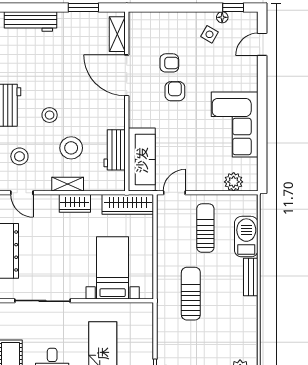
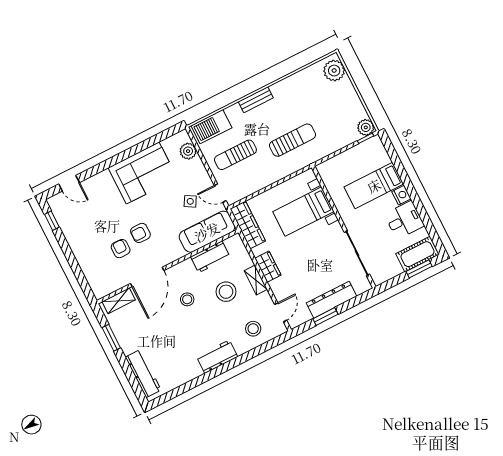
floor lamp: (222, 17) -> (64, 225), removed
side table: (209, 34) -> (190, 201), moved
stool: (50, 115) -> (187, 299), moved
barbecue: (246, 237) -> (211, 127), moved
sun lounger: (191, 294) -> (292, 140), turned 180

